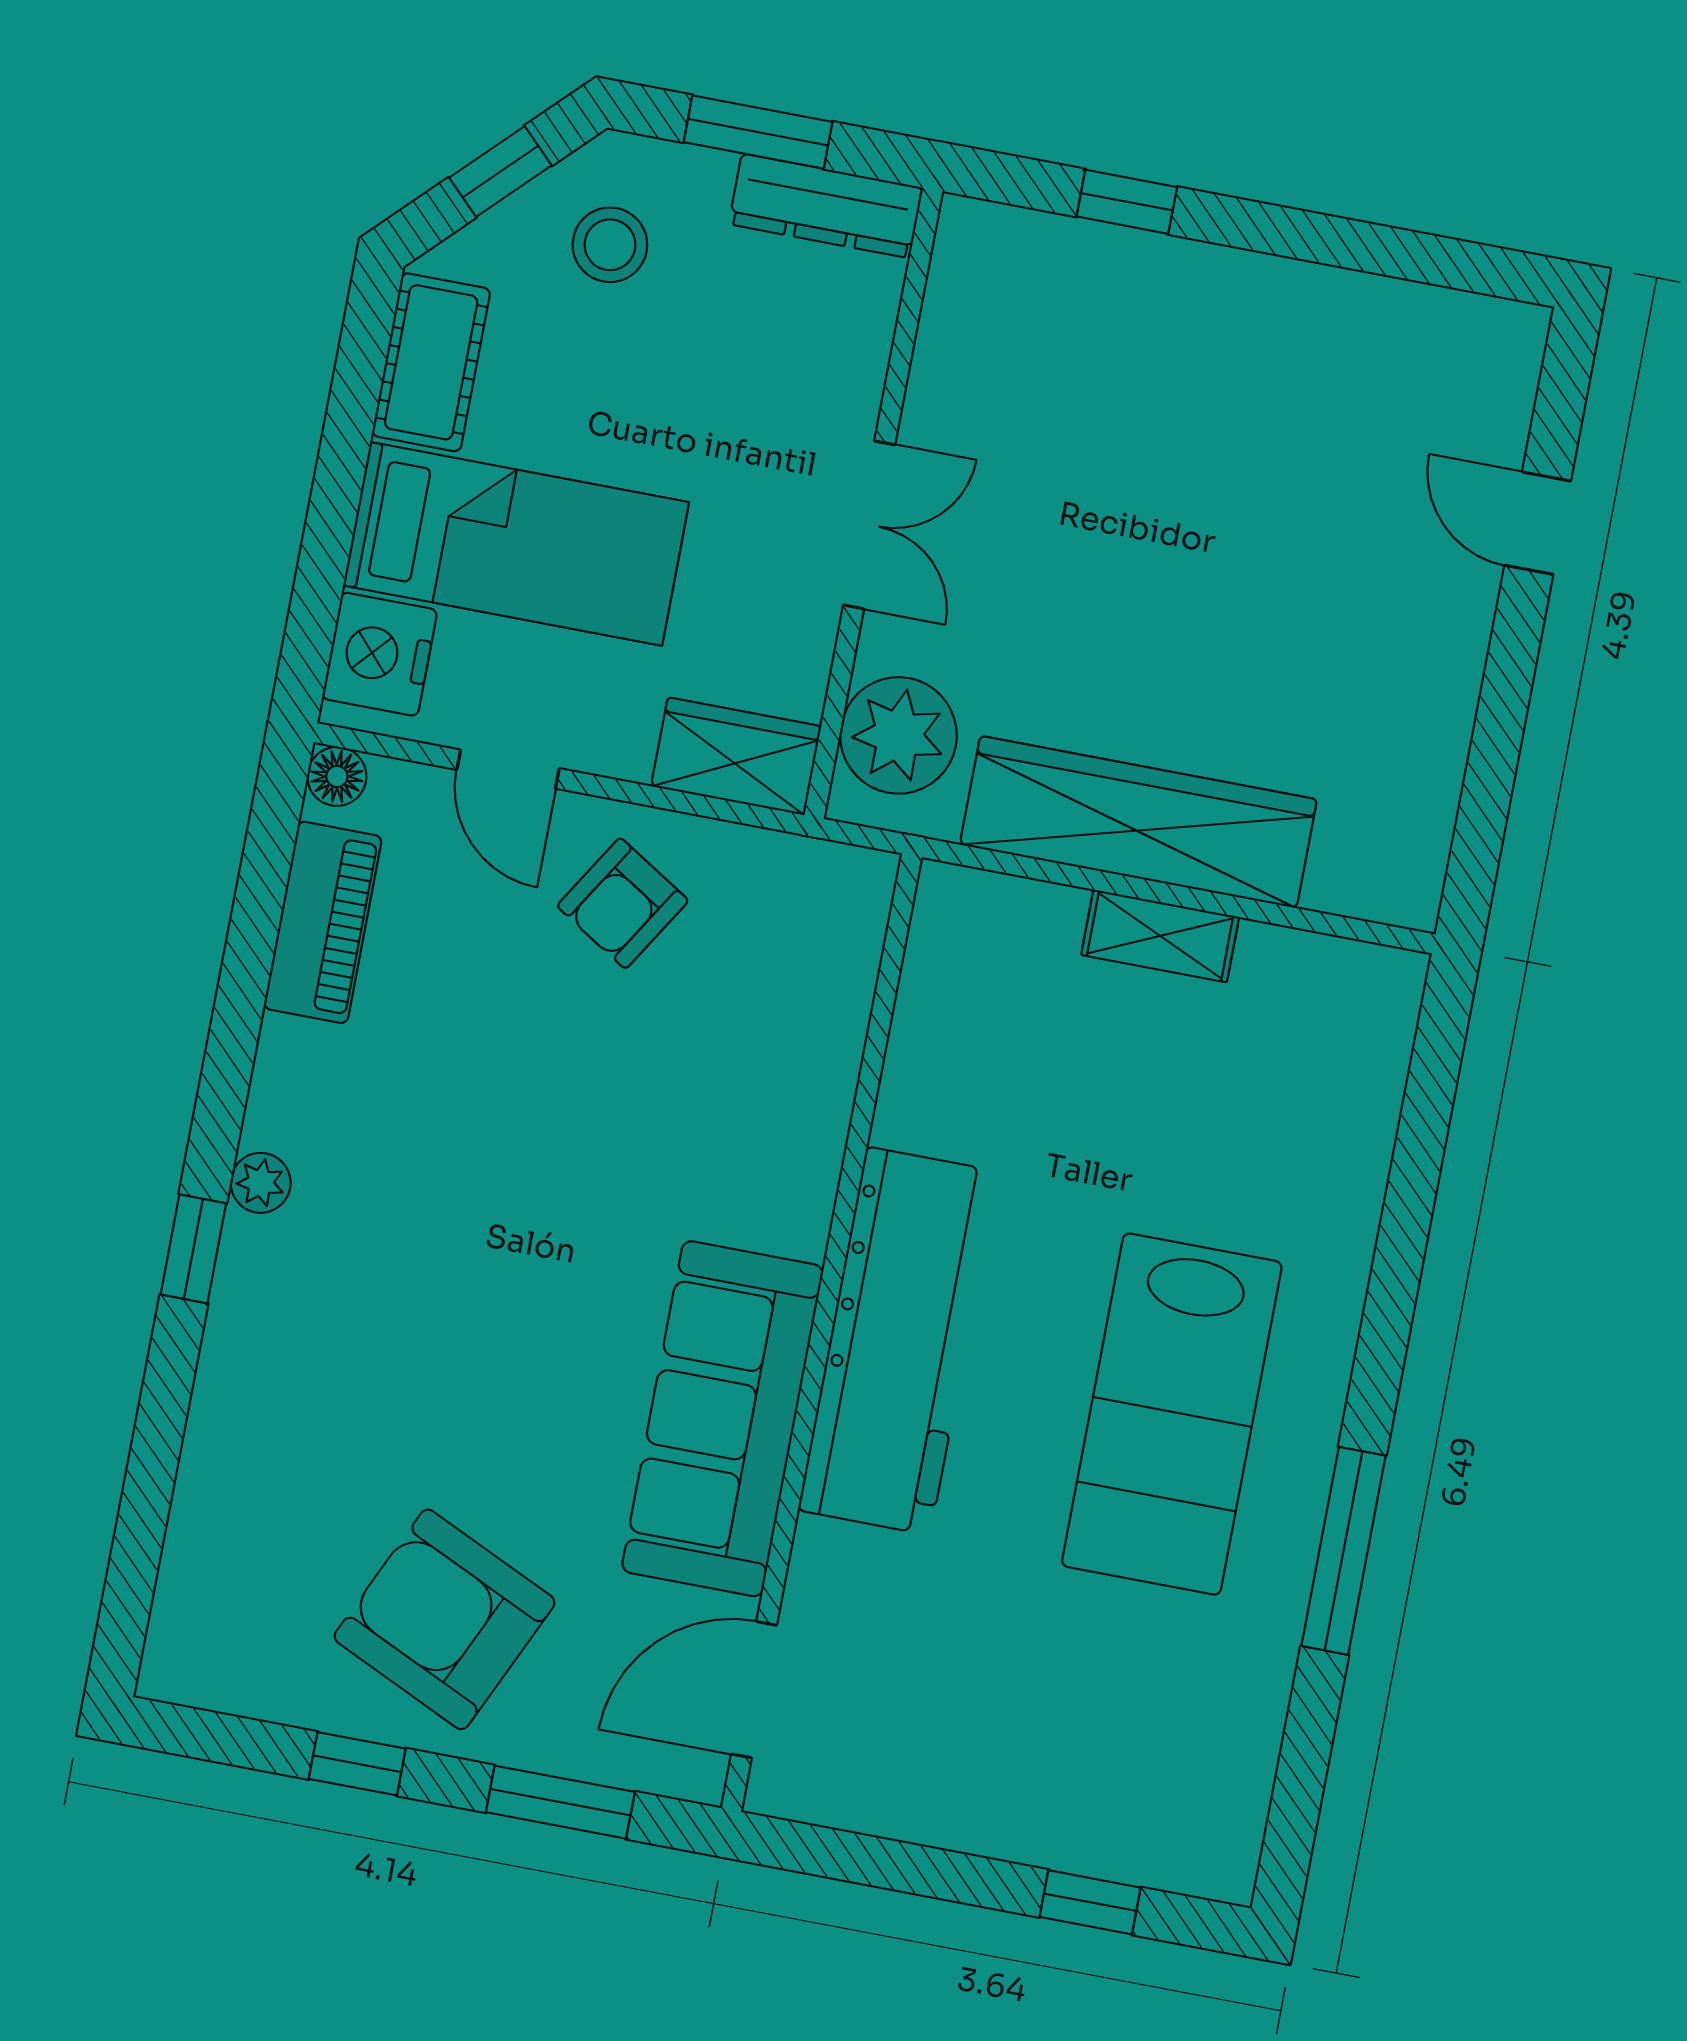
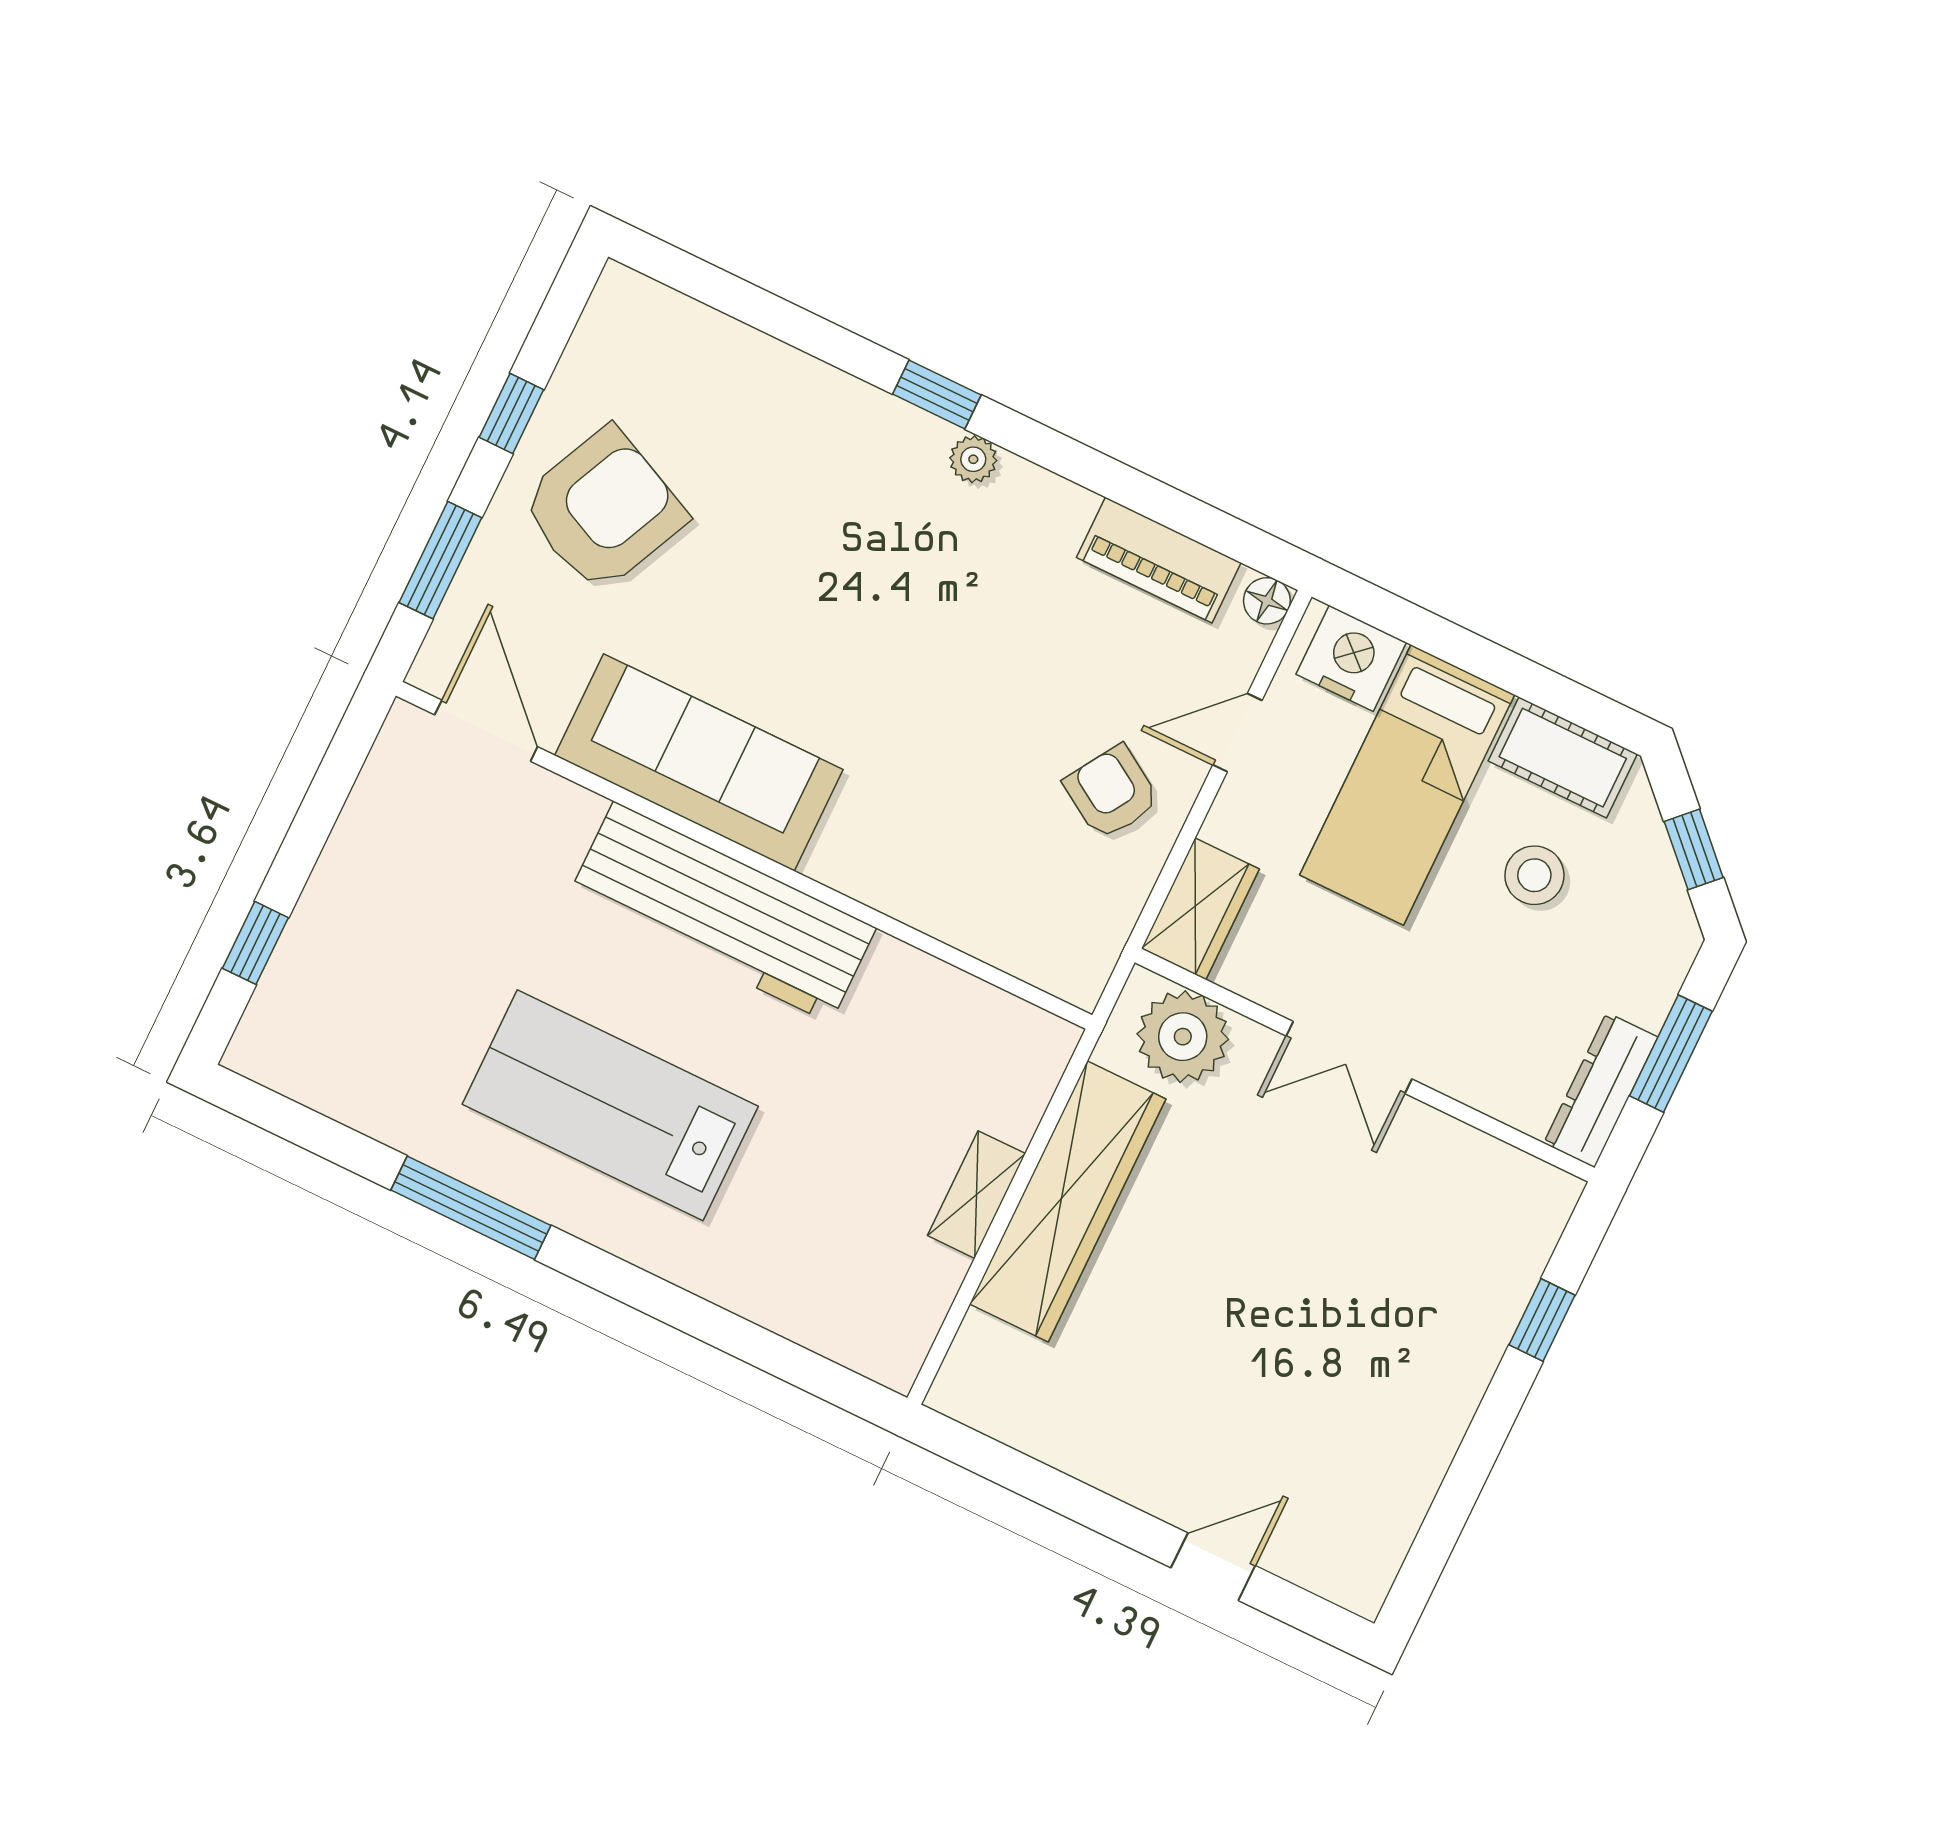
stool: (610, 245) -> (1534, 875), moved

